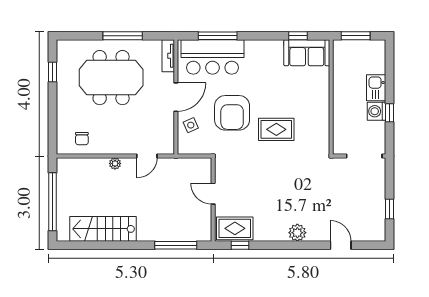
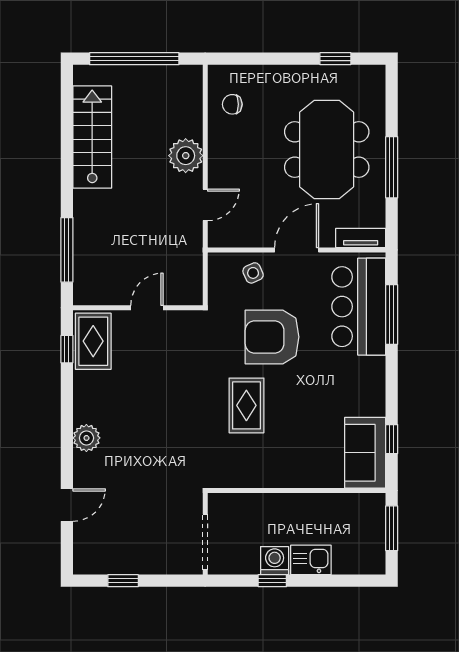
door: (176, 97) -> (297, 250), swing flipped
door: (147, 156) -> (205, 205), swing flipped
plant: (115, 163) -> (186, 156), width x1.88, depth x1.88

